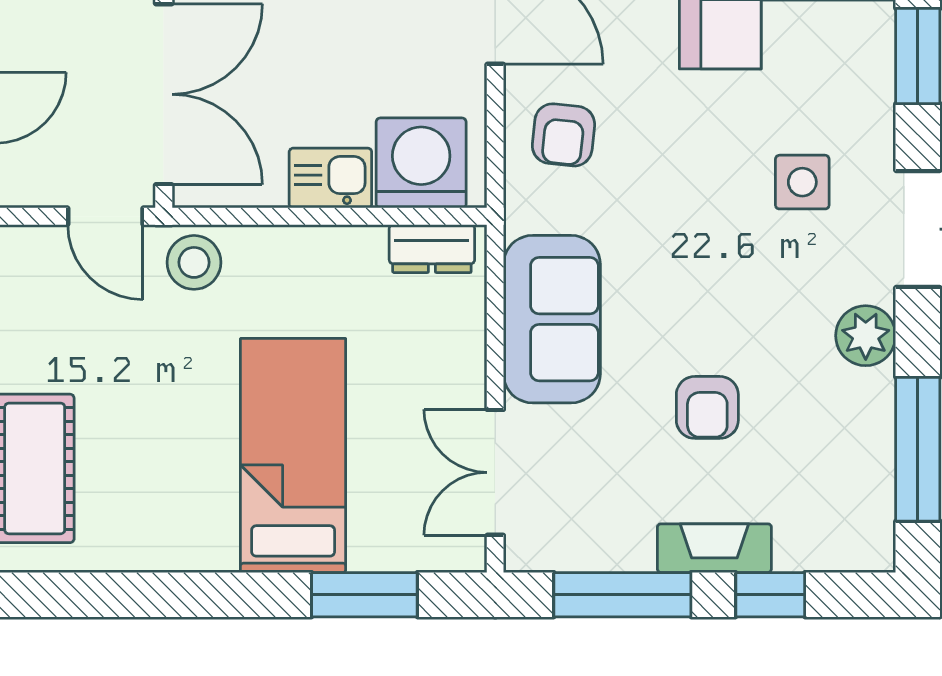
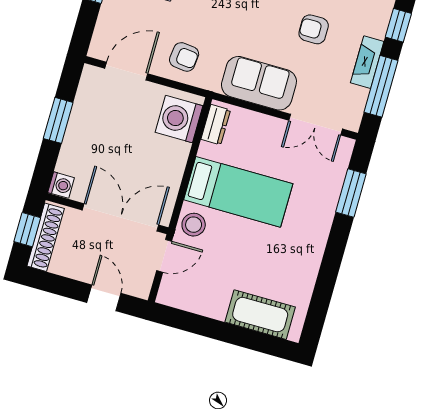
kitchen sink: (330, 178) -> (175, 158), removed
armchair: (707, 407) -> (314, 29), turned 180
bed: (293, 456) -> (238, 192), moved, turned 180
fireplace: (714, 548) -> (367, 62), moved

